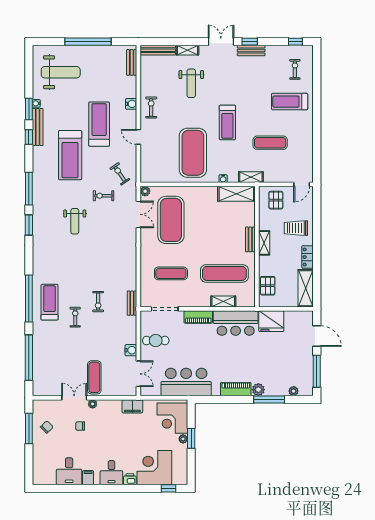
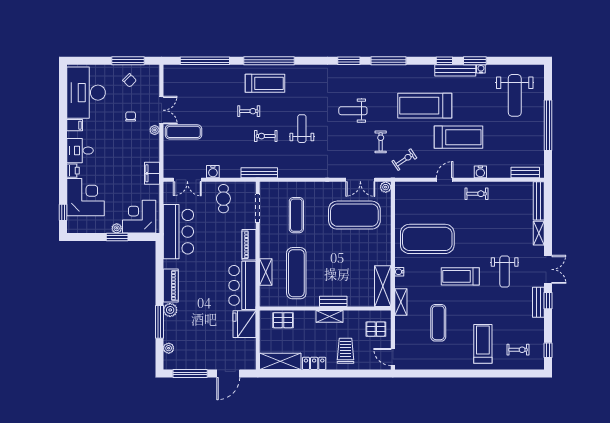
weight bench: (191, 83) -> (505, 271), moved, turned -90
weight bench: (91, 268) -> (302, 129), added
bench: (132, 303) -> (259, 173), width x1.36
desk: (69, 471) -> (86, 93), width x1.87, depth x1.30

